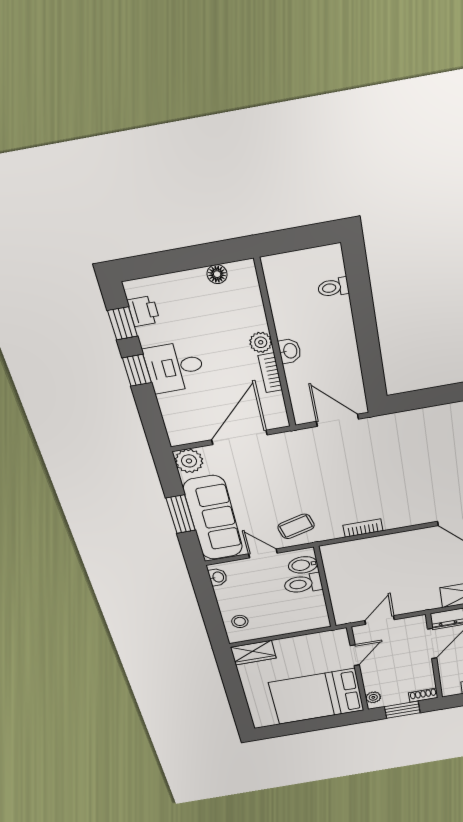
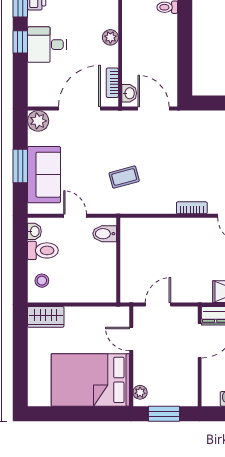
washbasin: (290, 351) -> (129, 93), moved
bookcase: (270, 373) -> (112, 83), moved
sofa: (213, 518) -> (44, 175), width x0.73
coffee table: (296, 526) -> (124, 177), moved
bookcase: (363, 528) -> (192, 208), moved
toilet: (303, 584) -> (43, 250), moved, turned 180
door: (355, 655) -> (131, 339), swing flipped
shoe rack: (423, 695) -> (185, 400), removed

